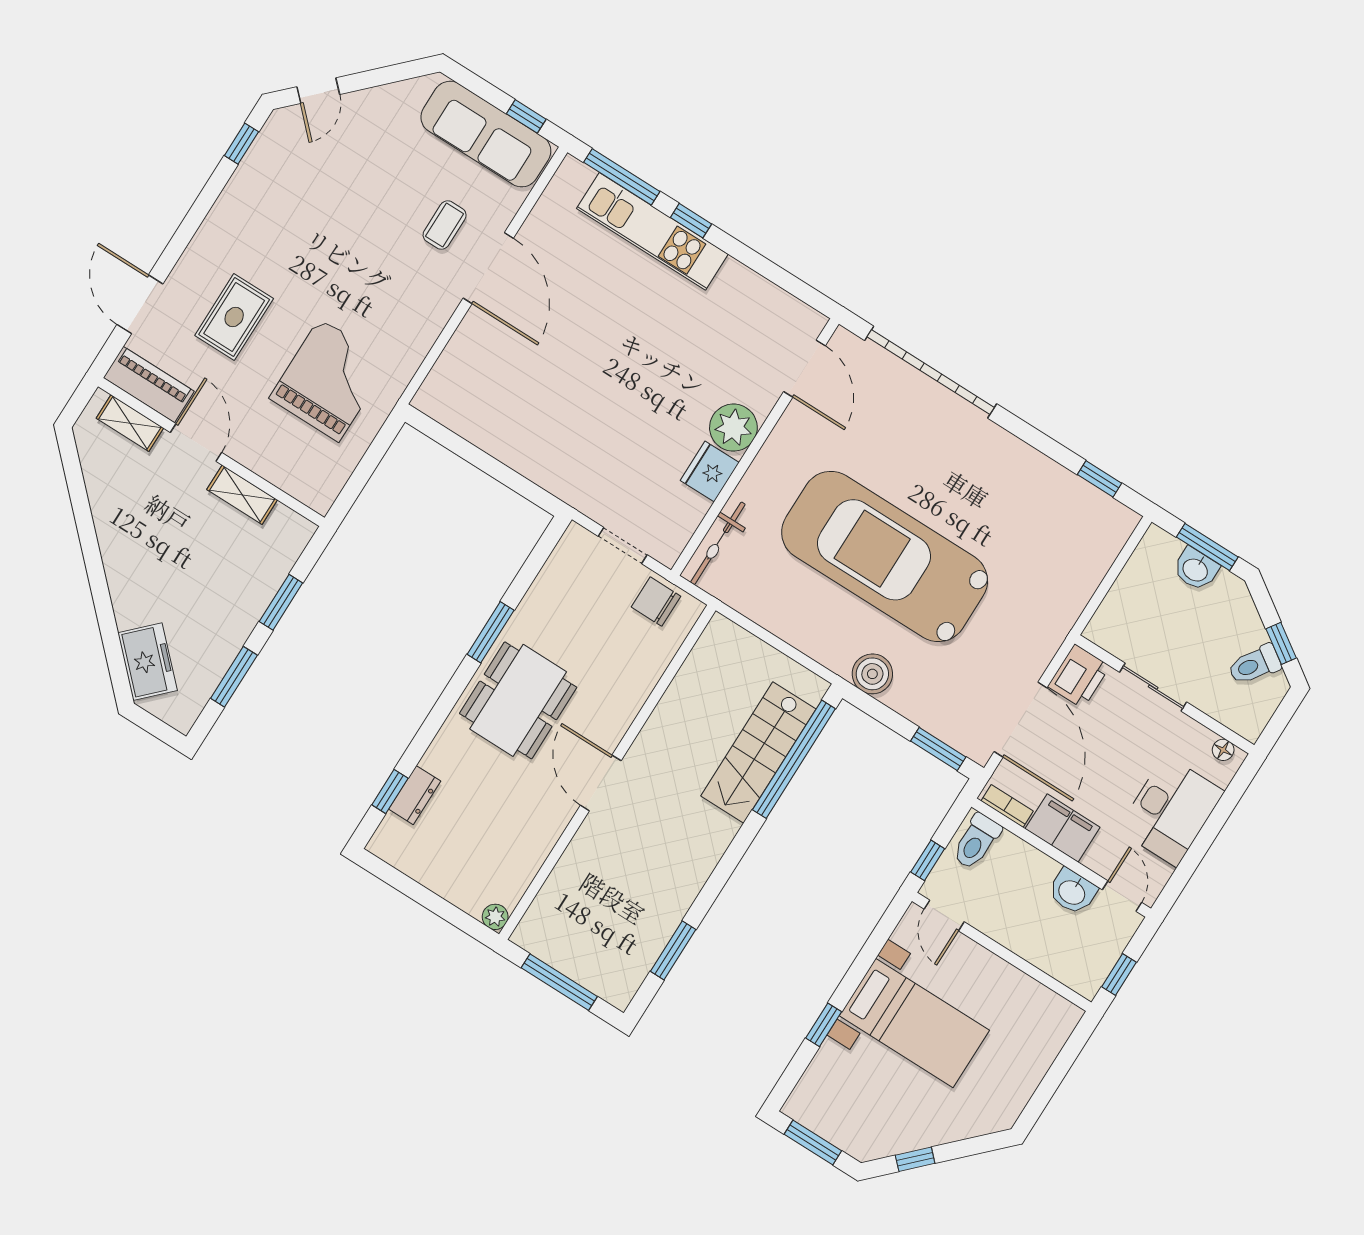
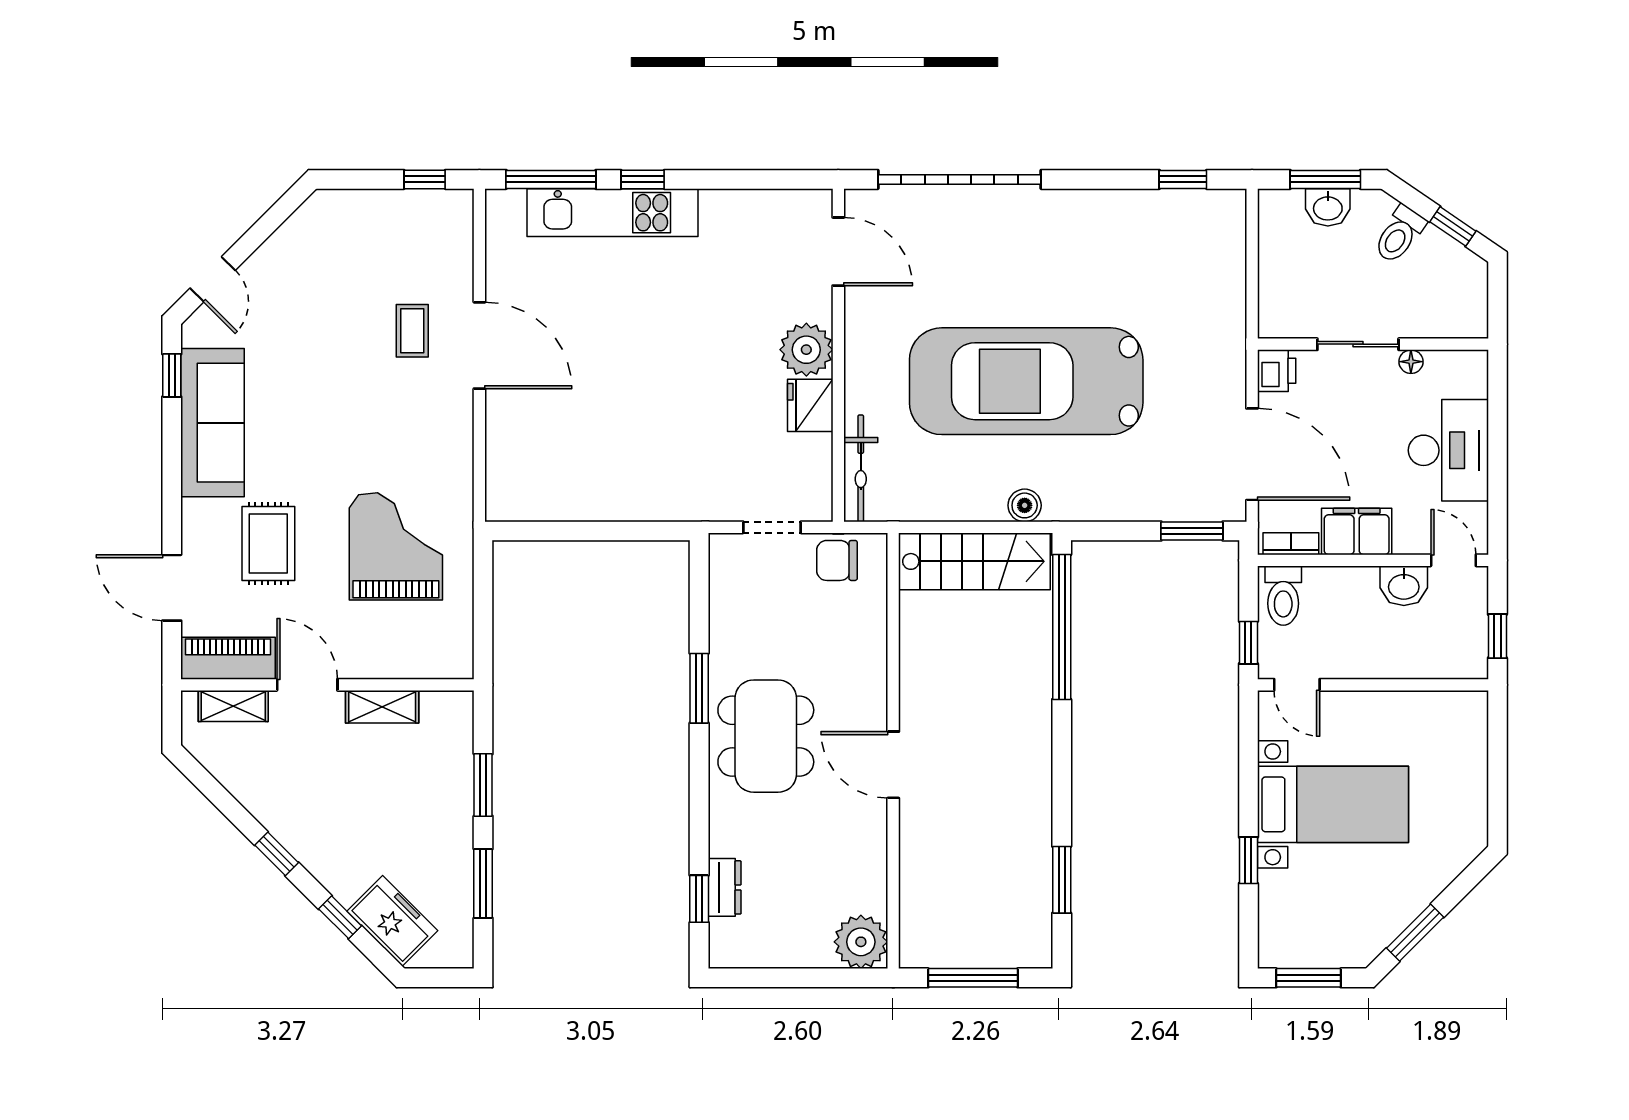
sofa: (486, 134) -> (212, 423), moved, turned -90
window: (92, 556) -> (277, 854), added
window: (110, 634) -> (340, 917), added
toilet: (1254, 665) -> (1399, 235), moved
boiler: (872, 674) -> (1025, 505), moved, width x0.73, depth x0.73
printer: (1079, 676) -> (1277, 371), width x0.73, depth x0.81
floor lamp: (1223, 750) -> (1411, 362), moved
stairs: (758, 753) -> (974, 561), moved, turned -90
plant: (495, 917) -> (861, 942), width x1.88, depth x1.88
window: (915, 1159) -> (1415, 933), width x1.50

